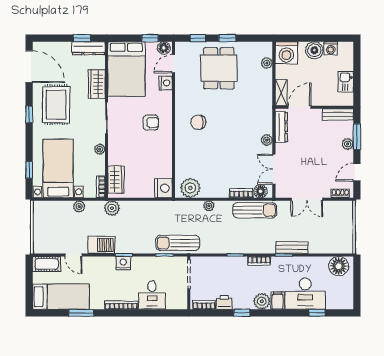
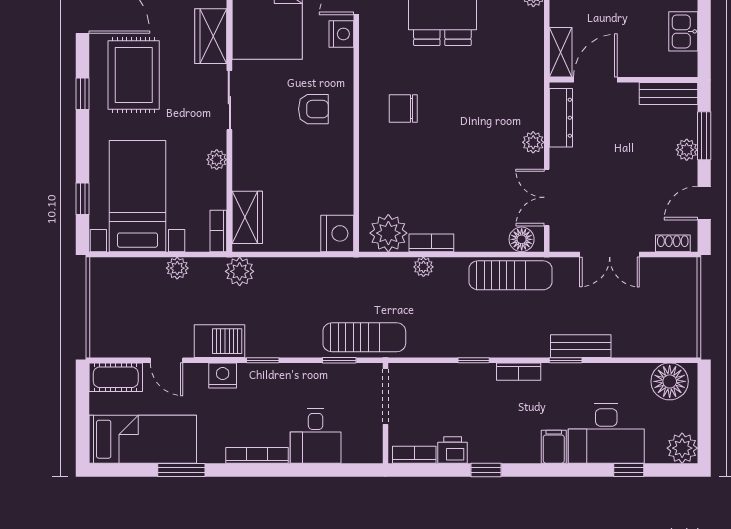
bookcase: (241, 193) -> (431, 243), moved
sun lounger: (178, 243) -> (364, 337), turned 180
nightstand: (123, 263) -> (223, 376), moved
plant: (262, 301) -> (682, 448), moved

